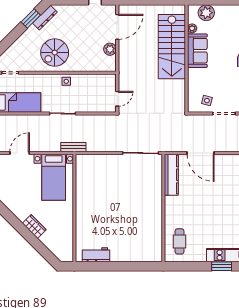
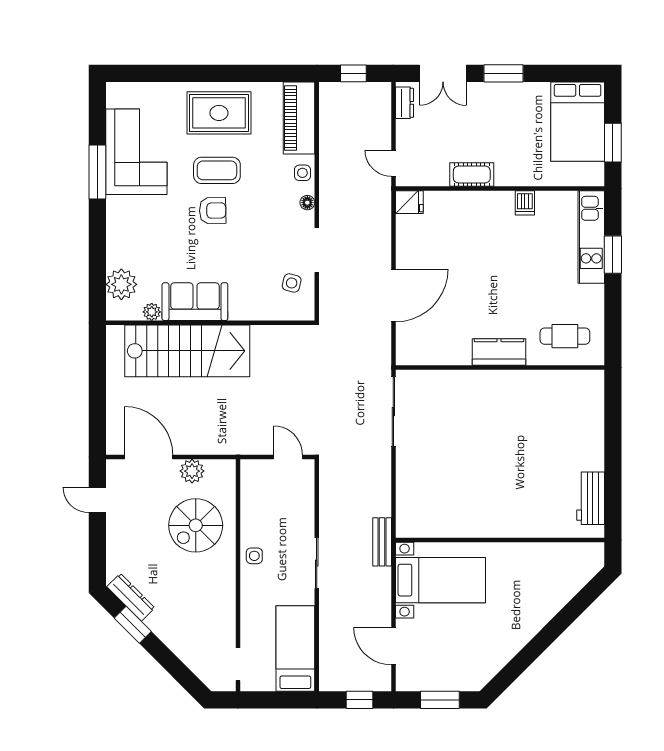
spiral stairs: (55, 53) -> (196, 525), moved, turned 90
kitchen counter: (171, 175) -> (499, 352), moved, width x0.67
wardrobe: (34, 227) -> (536, 618), removed

